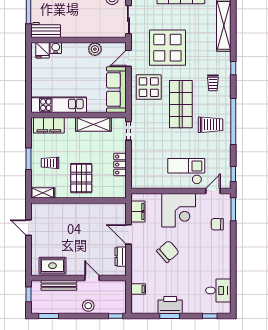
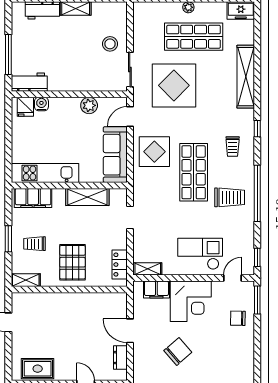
display table: (167, 48) -> (174, 85), moved
doorway: (128, 131) -> (130, 218), moved
locker: (120, 165) -> (120, 265), moved
shelving: (143, 184) -> (148, 269), added
filing cabinet: (138, 211) -> (156, 289), moved, turned 90

